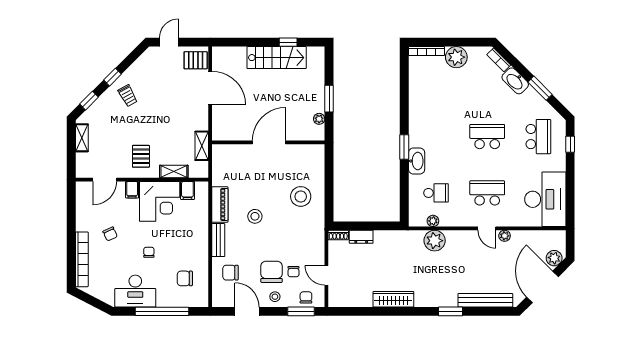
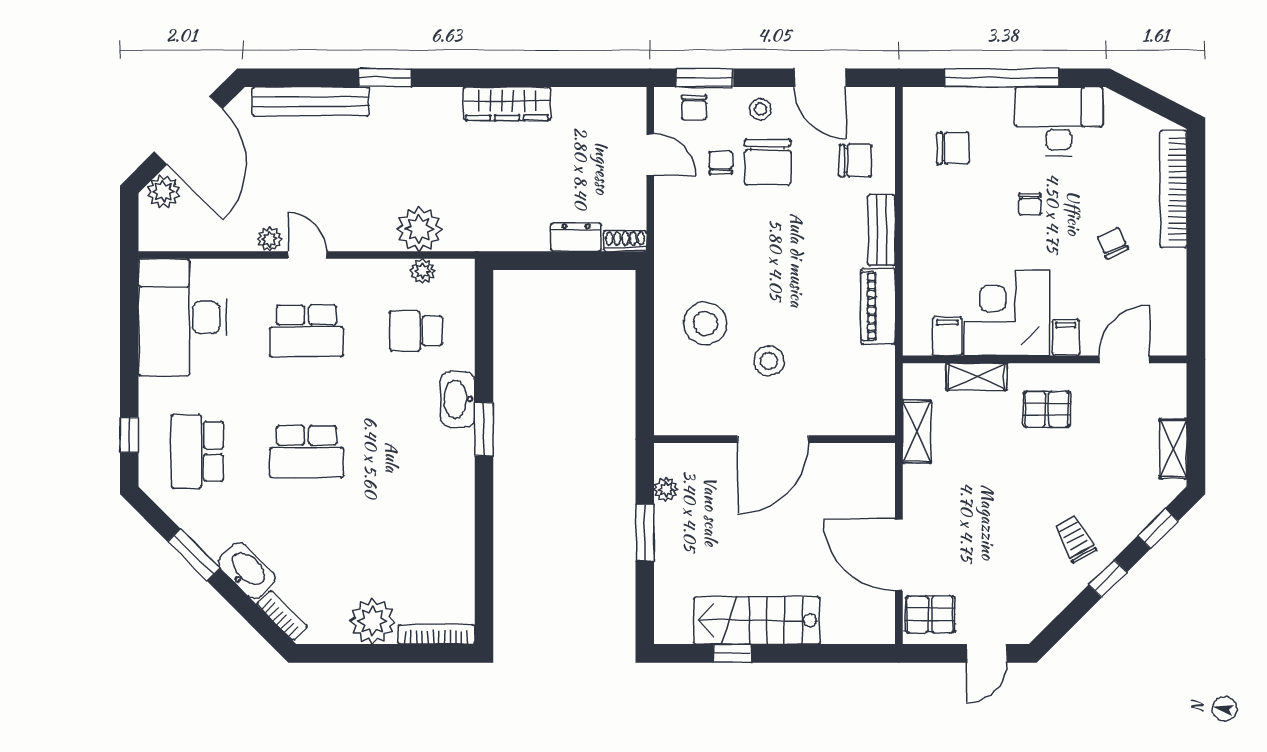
pallet: (141, 156) -> (1047, 409), turned 90
stool: (255, 216) -> (769, 361), moved

